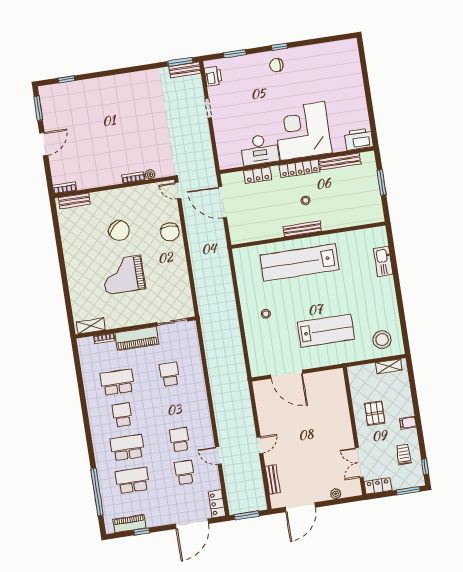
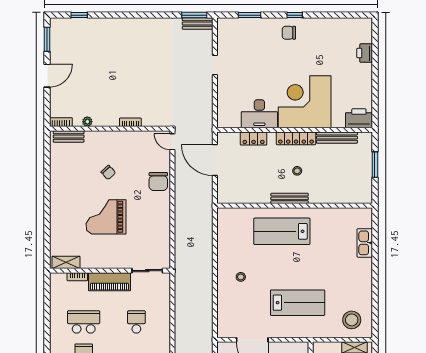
printer: (213, 76) -> (365, 53), moved, turned 180
plant: (150, 174) -> (87, 122), moved
chair: (119, 231) -> (108, 172), width x0.54, depth x0.54
lab bench: (300, 262) -> (282, 231), width x0.73

